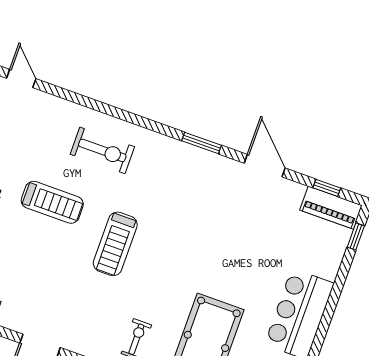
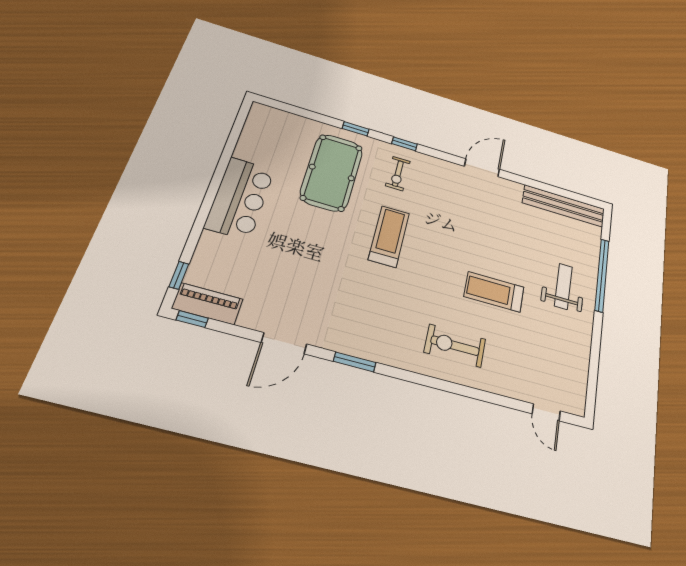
door: (265, 166) -> (284, 343), hinge flipped
window: (327, 188) -> (192, 319), moved
treadmill: (115, 244) -> (389, 236), moved

